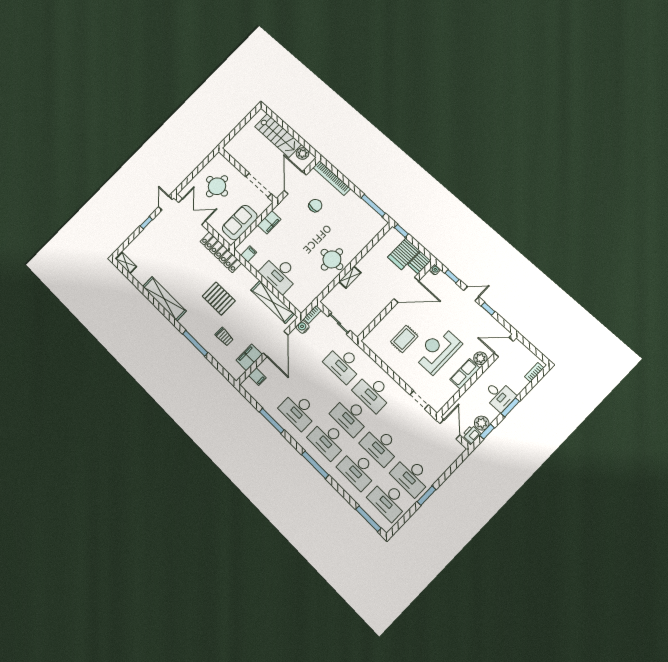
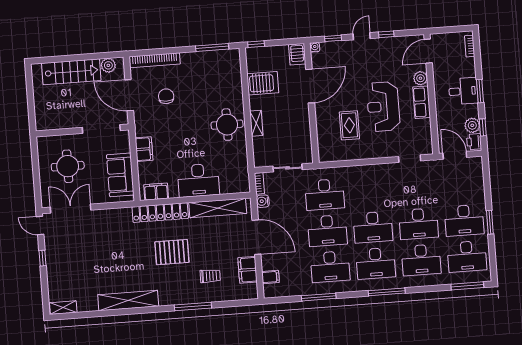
locker: (221, 252) -> (160, 213), moved
filing cabinet: (249, 254) -> (156, 192), width x2.00
server rack: (404, 254) -> (263, 83), moved, turned -90
desk: (373, 392) -> (327, 231), moved

